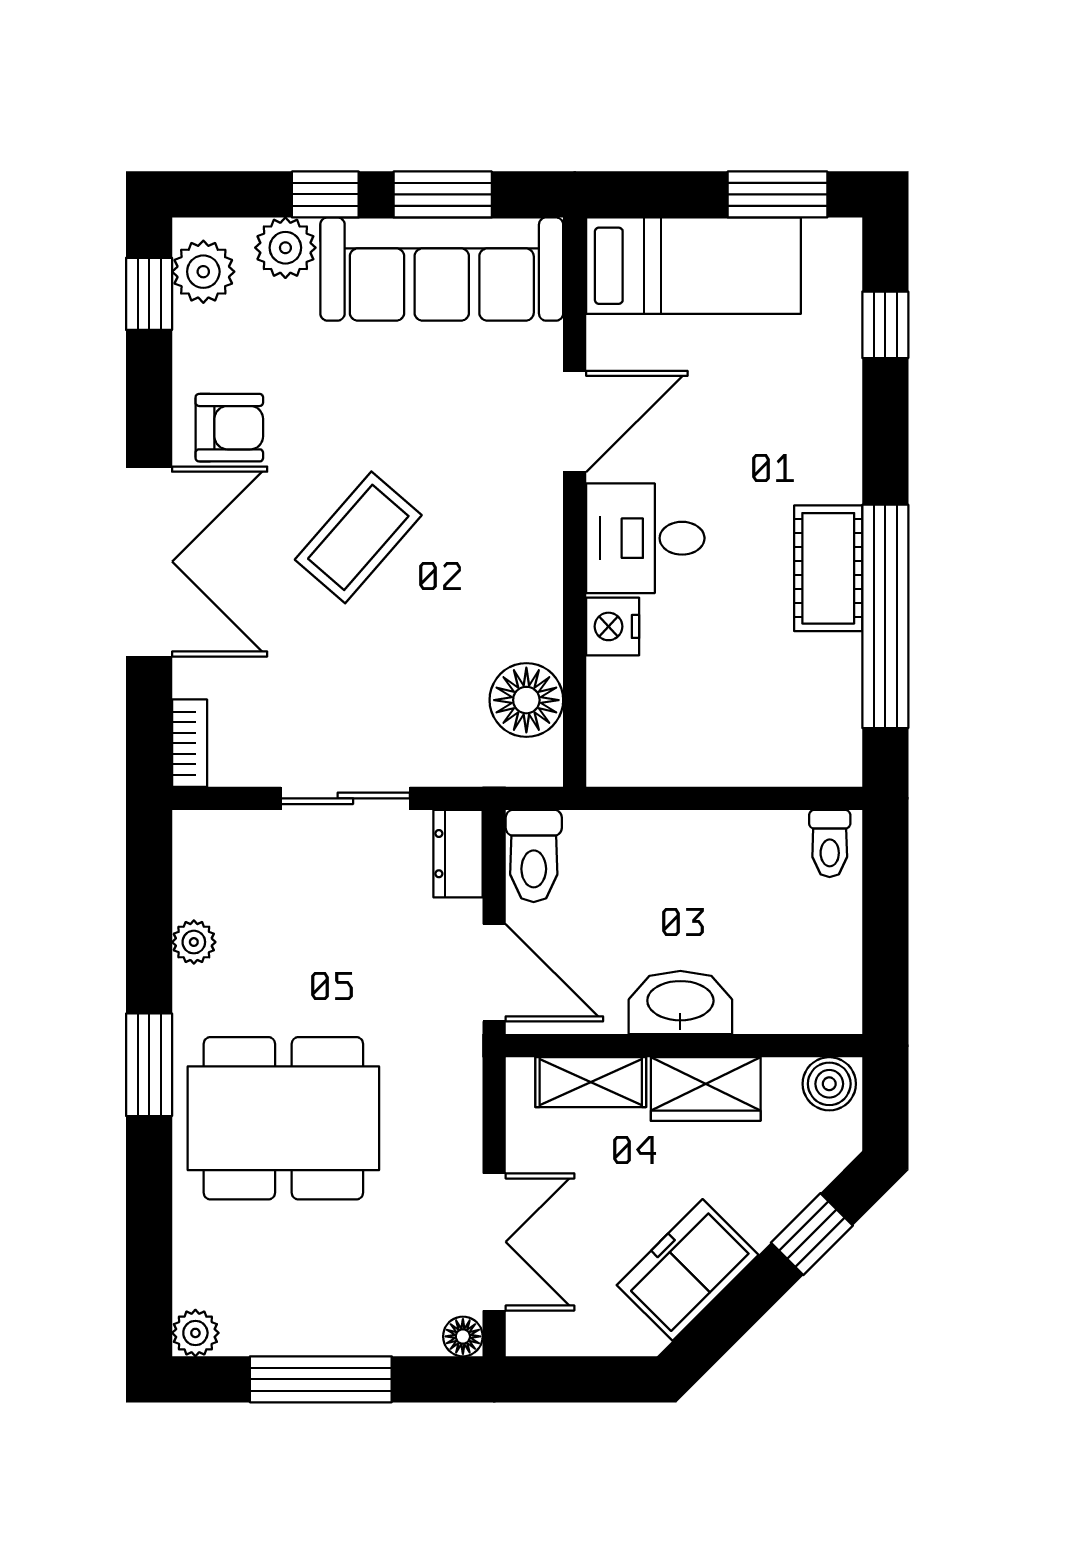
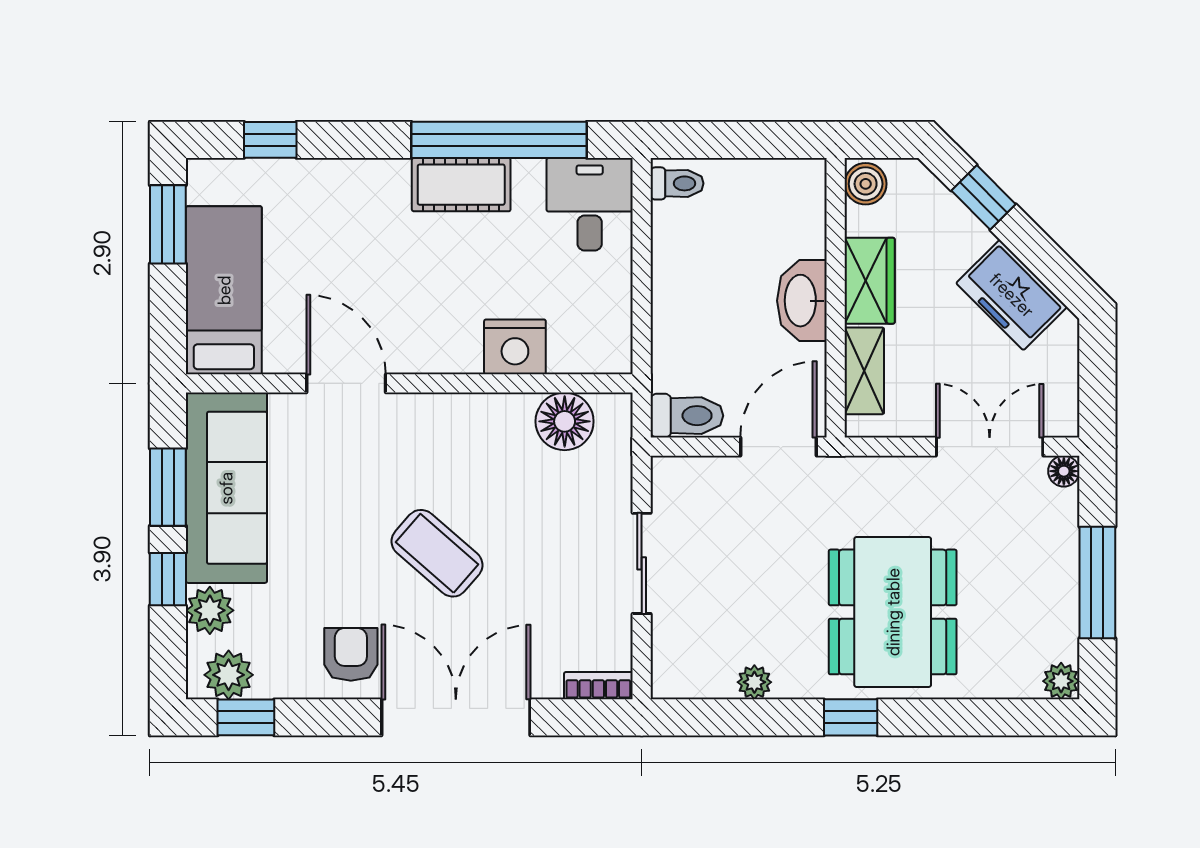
desk: (645, 538) -> (590, 204), moved, turned 180
nightstand: (613, 626) -> (515, 347), width x1.36, depth x1.33
dresser: (458, 854) -> (685, 475), removed
window: (149, 1065) -> (851, 717), width x0.67

